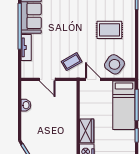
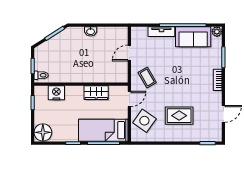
rug: (109, 30) -> (179, 116), turned 90
washbasin: (26, 105) -> (91, 31), moved
wardrobe: (87, 131) -> (96, 93), moved

